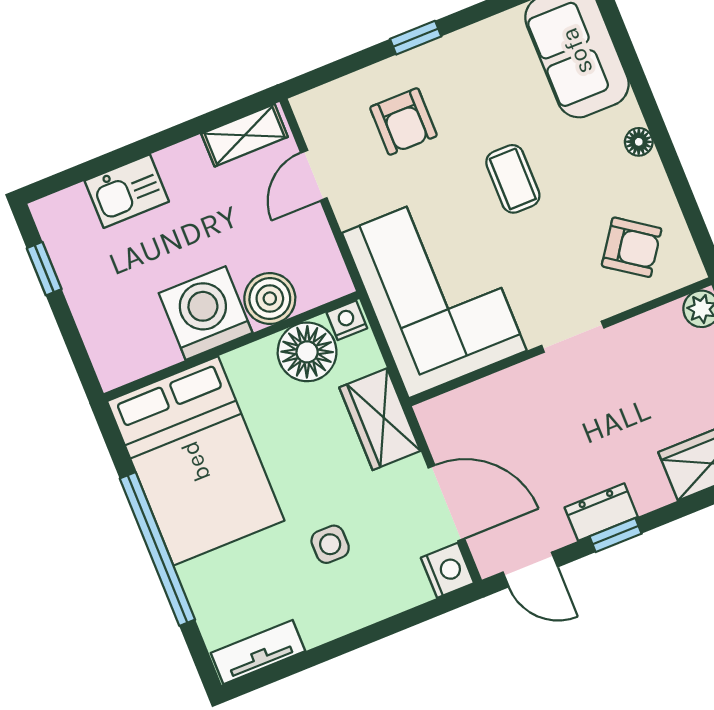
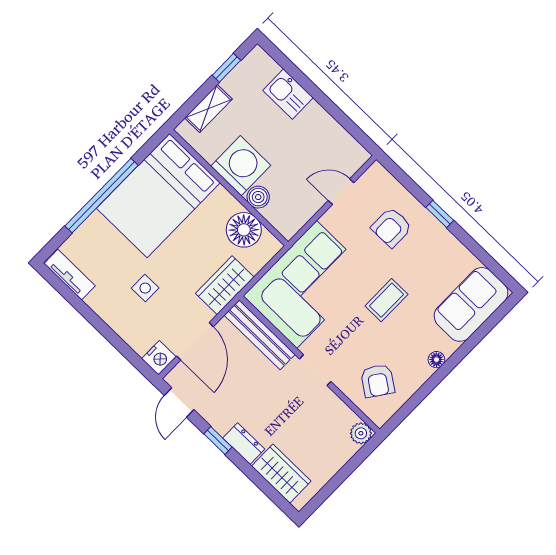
shelving: (245, 135) -> (208, 108), moved, turned 90
boiler: (270, 299) -> (258, 197), width x0.73, depth x0.73
nightstand: (347, 320) -> (270, 244), removed
bench: (480, 399) -> (260, 335), added
dresser: (601, 512) -> (244, 444), moved

